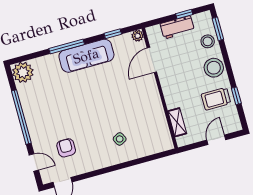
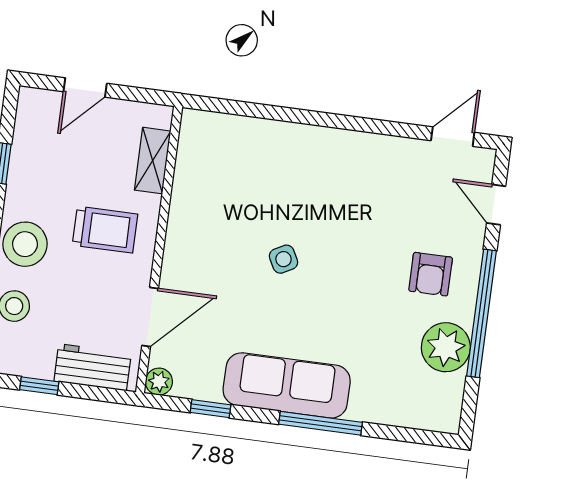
workbench: (177, 27) -> (93, 367), moved
plant: (23, 72) -> (446, 347), moved
trolley: (216, 99) -> (105, 230), moved
side table: (120, 139) -> (284, 259), moved
armchair: (66, 148) -> (431, 274), moved

